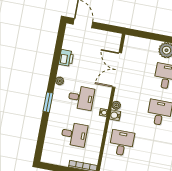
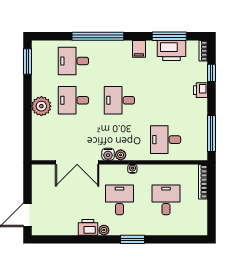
printer: (66, 58) -> (88, 227), moved
water cooler: (115, 115) -> (108, 154), moved

